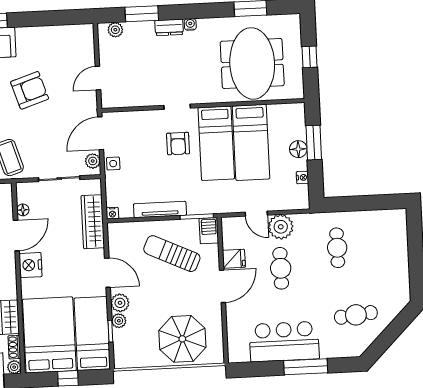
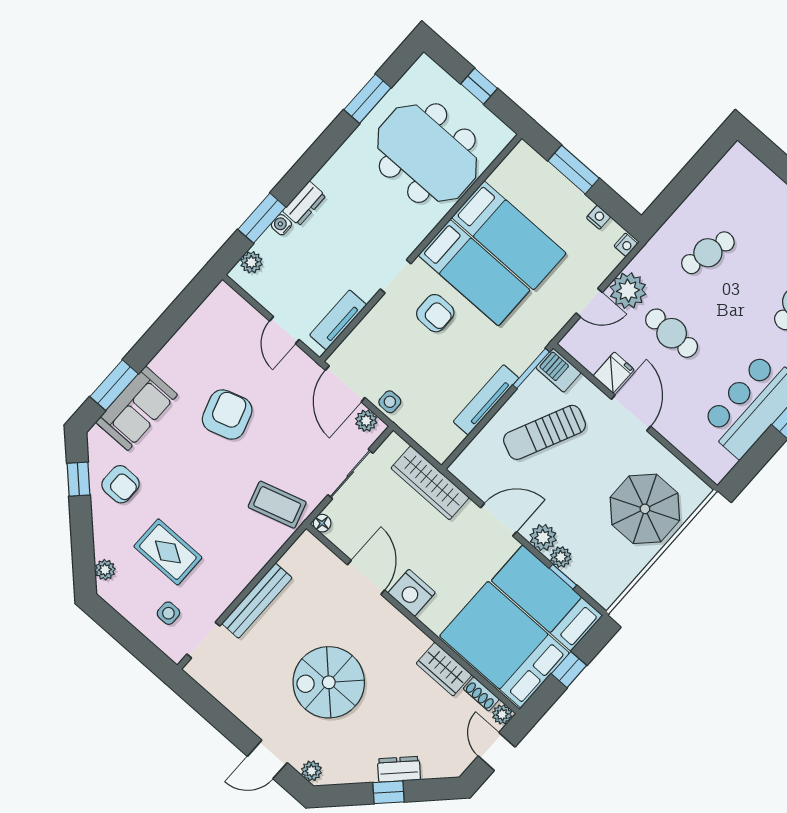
water cooler: (190, 24) -> (281, 225), moved
tv unit: (128, 99) -> (338, 320), added
floor lamp: (298, 149) -> (564, 192), removed
floor lamp: (23, 210) -> (322, 523), moved
nightstand: (112, 213) -> (626, 245), moved
cafe table: (337, 248) -> (708, 253), turned -75

